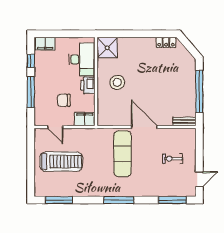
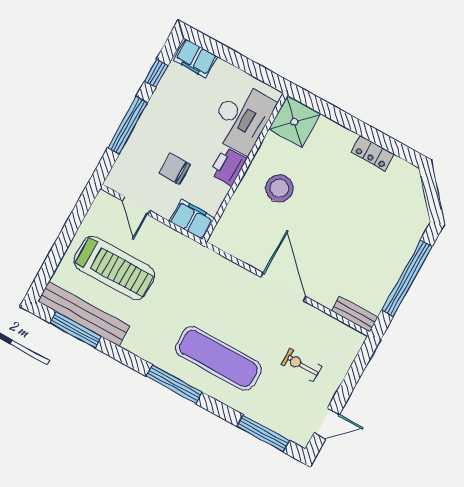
locker: (166, 42) -> (373, 153), moved
exercise mat: (122, 154) -> (218, 358), moved, turned 90
bench: (59, 191) -> (84, 314), added

